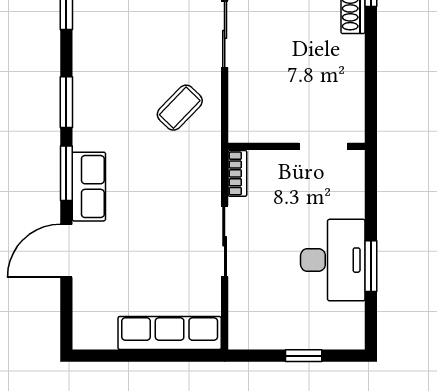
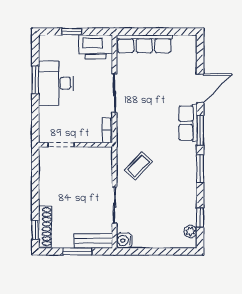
printer: (259, 327) -> (96, 47), added

